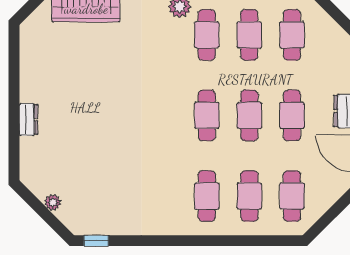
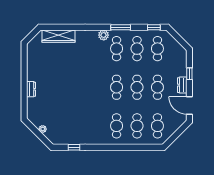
window: (96, 241) -> (74, 147), moved

